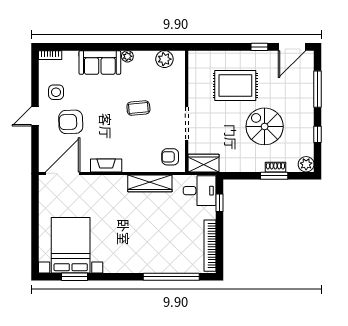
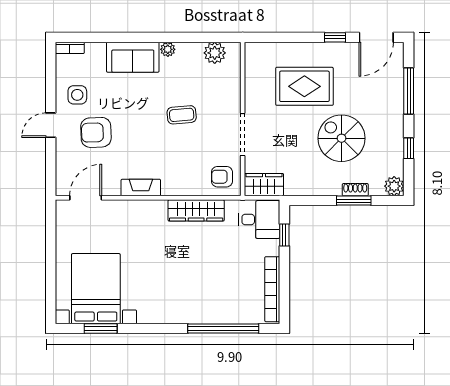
door: (63, 173) -> (86, 198), width x0.73

